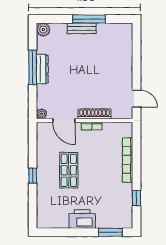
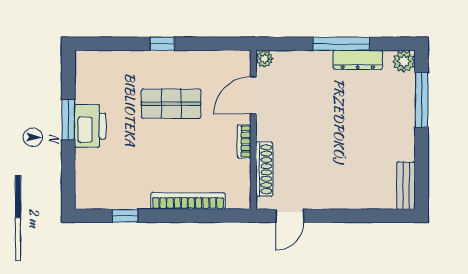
window: (89, 19) -> (422, 100), moved
bench: (82, 28) -> (406, 185), moved
dresser: (42, 69) -> (358, 60), moved
shoe rack: (95, 114) -> (264, 169), moved
window: (110, 232) -> (68, 120), moved

